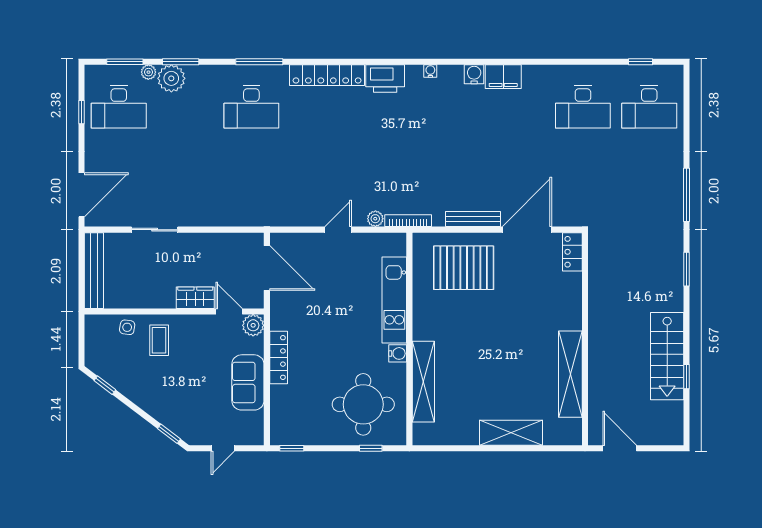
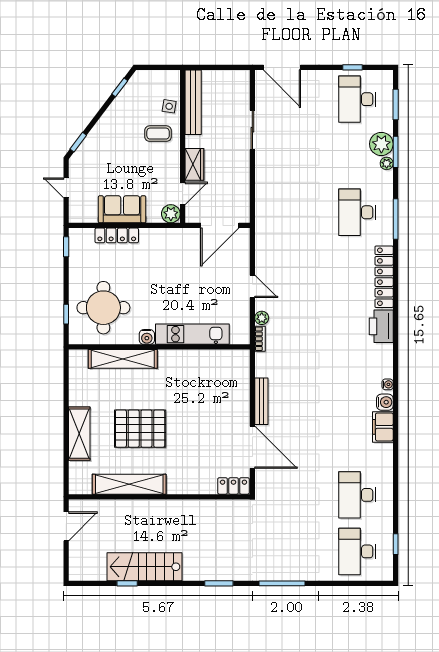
water cooler: (430, 71) -> (388, 384), moved
plant: (148, 72) -> (387, 163), moved
bookcase: (408, 221) -> (260, 339), width x0.64
pallet: (464, 268) -> (140, 429), moved, turned 90
bench: (94, 271) -> (193, 102), moved, turned 90
locker: (279, 358) -> (117, 235), moved

